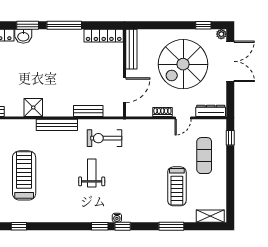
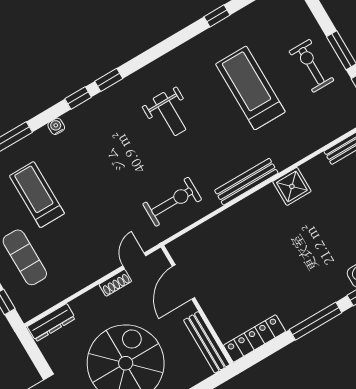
bench: (88, 111) -> (216, 225), removed
door: (183, 118) -> (134, 261), moved
weight bench: (92, 173) -> (169, 114), moved
treadmill: (24, 175) -> (250, 88), turned 180
water cooler: (117, 218) -> (56, 126), moved

